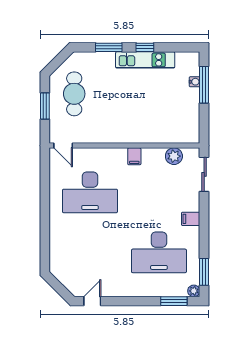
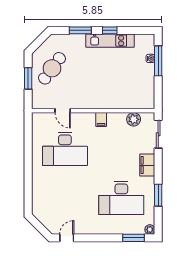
cafe table: (74, 94) -> (52, 68), turned 36
door: (63, 146) -> (63, 111), moved
filing cabinet: (191, 219) -> (147, 165), width x2.00
window: (204, 272) -> (158, 195), moved

